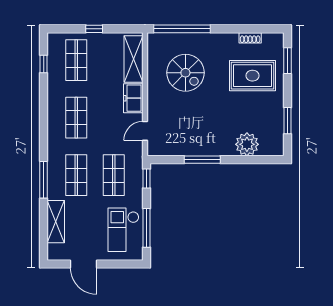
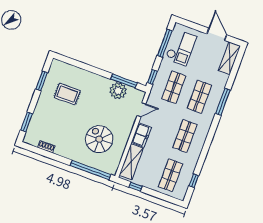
window: (94, 29) -> (136, 187), moved
rug: (252, 76) -> (67, 94), moved, width x0.73, depth x0.70
plant: (247, 144) -> (118, 91), moved
window: (202, 160) -> (124, 81), moved
shelving: (56, 222) -> (229, 58), moved

